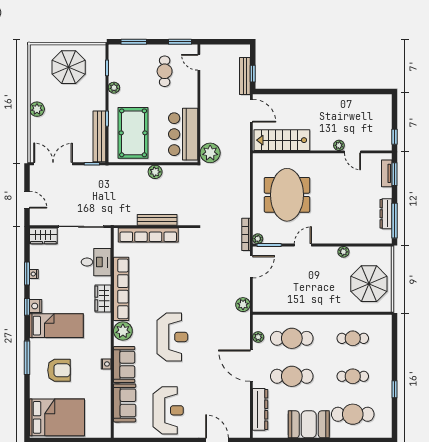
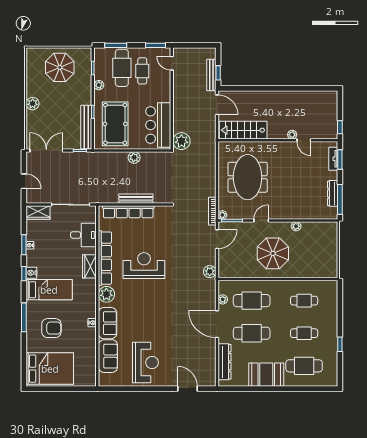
cafe table: (141, 68) -> (122, 68), added
parasol: (369, 284) -> (273, 253), moved
reception desk: (172, 337) -> (144, 266), moved, turned -90

